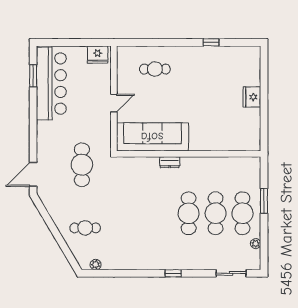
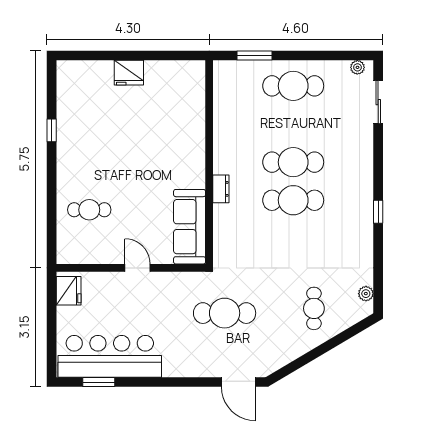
cafe table: (155, 69) -> (89, 210), turned 90
sofa: (152, 137) -> (190, 227), width x0.74, depth x0.79
window: (264, 201) -> (255, 55), moved
cafe table: (216, 213) -> (293, 200), moved
plant: (256, 244) -> (357, 67), moved
window: (173, 273) -> (378, 212), moved

